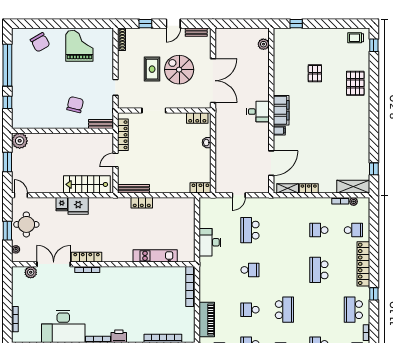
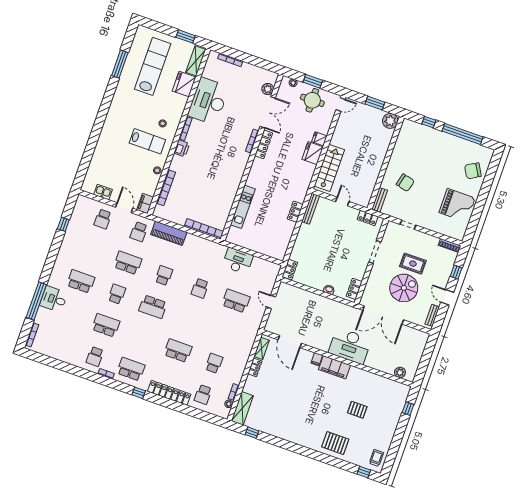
desk: (258, 112) -> (350, 346), width x1.87, depth x1.30
locker: (123, 135) -> (368, 218), width x0.66

